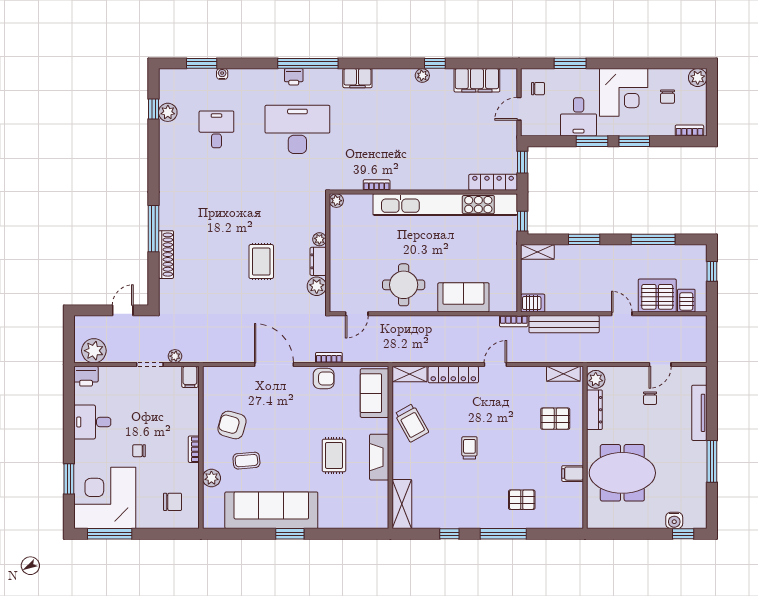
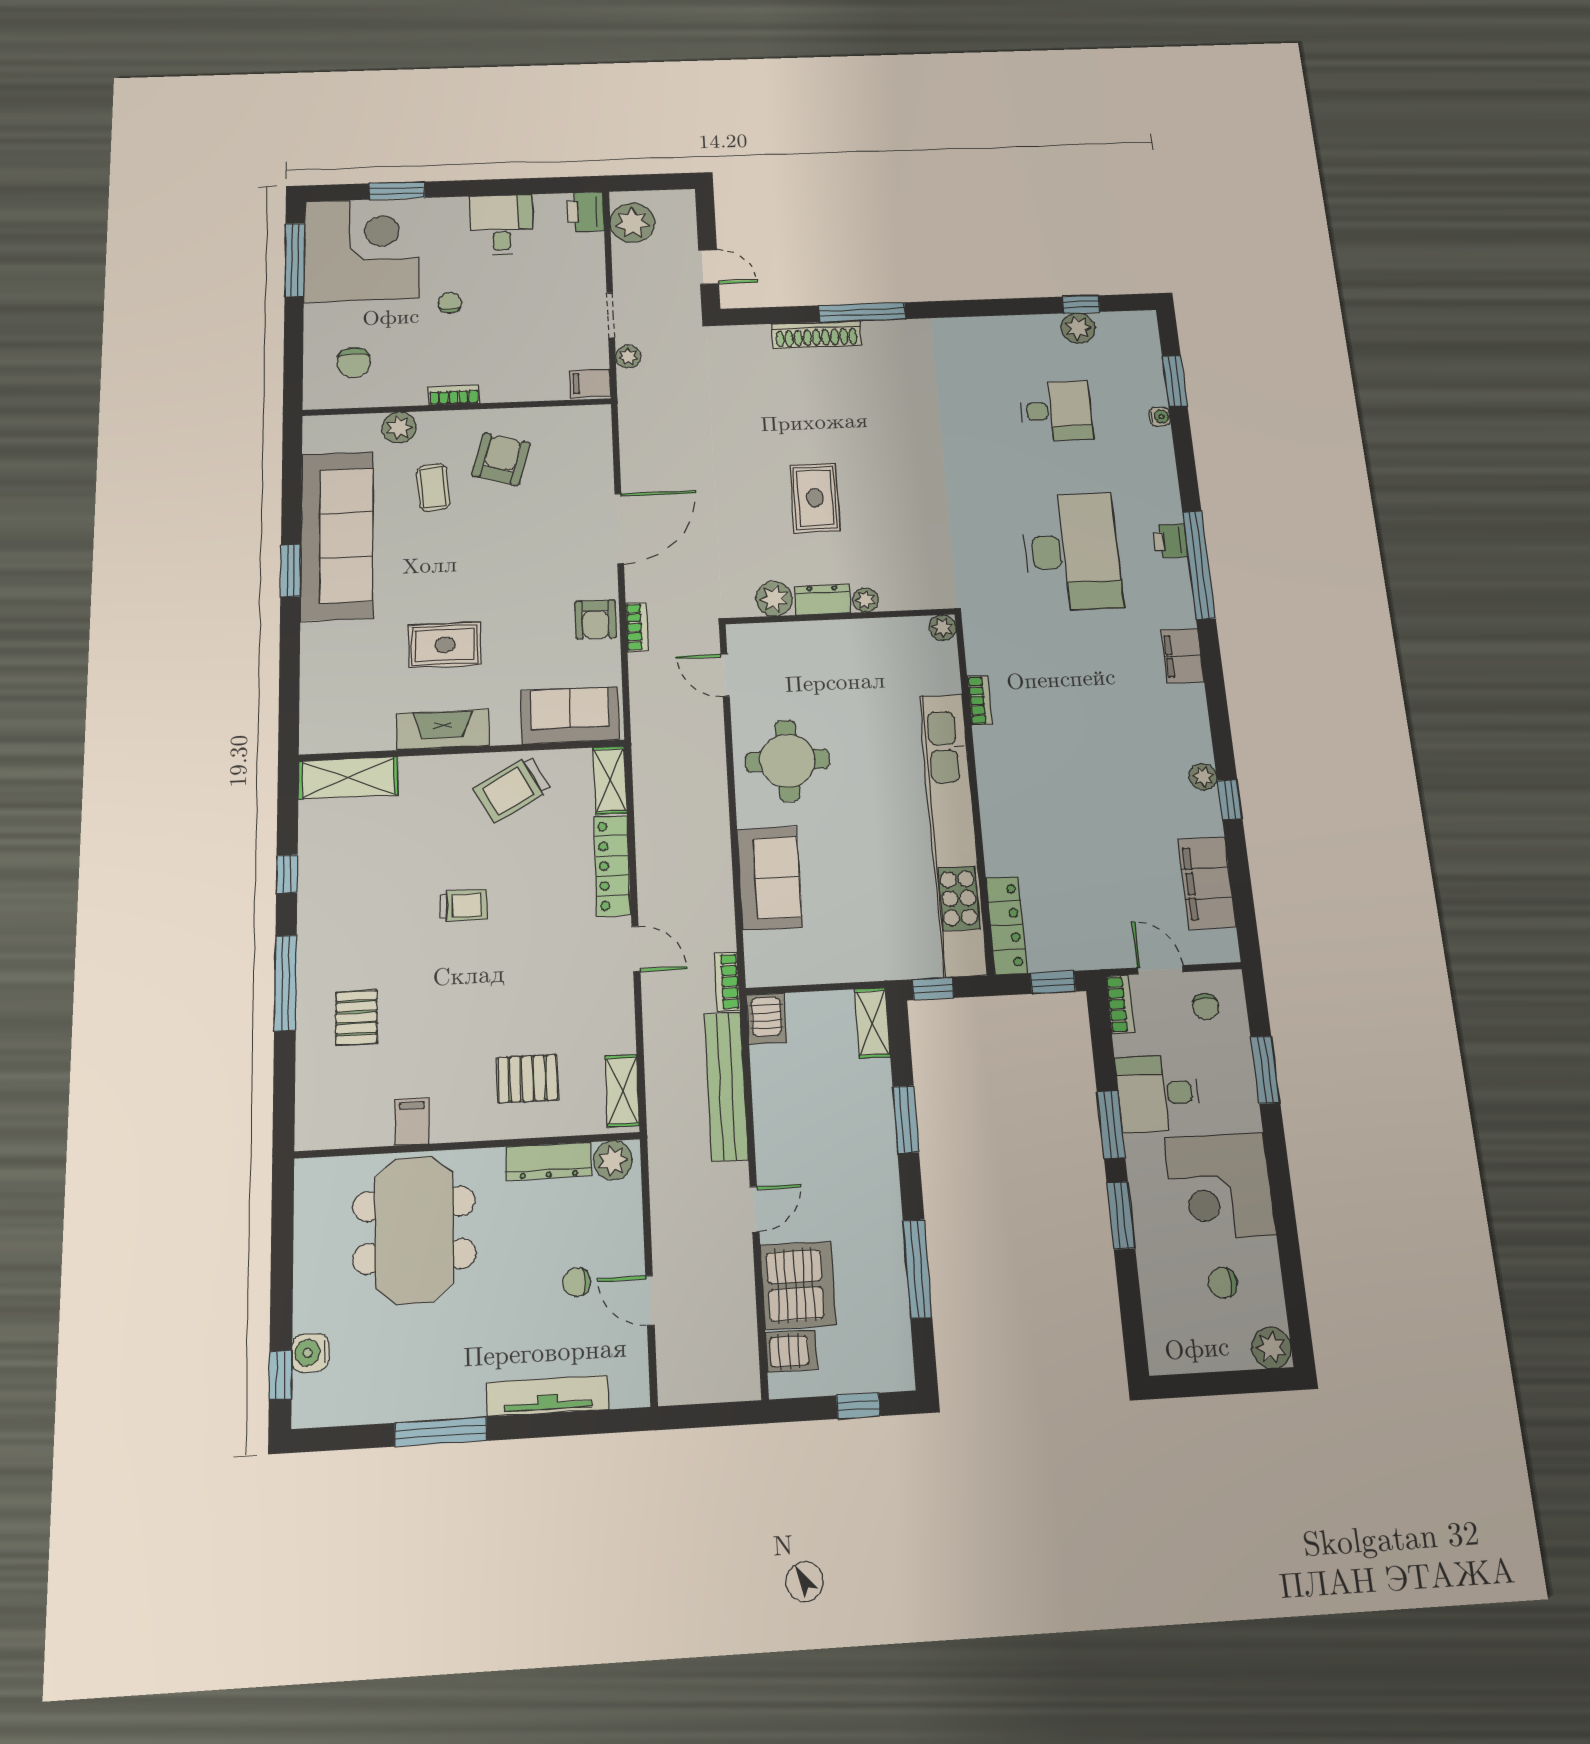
bookcase: (689, 131) -> (1120, 1004), moved
rug: (261, 262) -> (815, 498), turned 90
pallet: (555, 419) -> (528, 1079), turned 90

